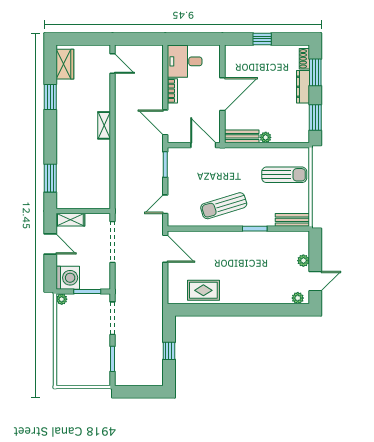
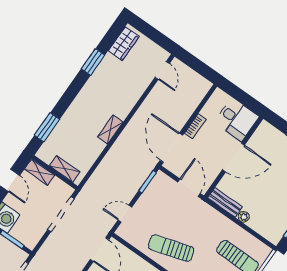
desk: (185, 61) -> (237, 119), moved, turned 180
door: (165, 122) -> (171, 148), width x1.36
shelving: (104, 125) -> (110, 130), moved
shelving: (89, 202) -> (65, 169), added

